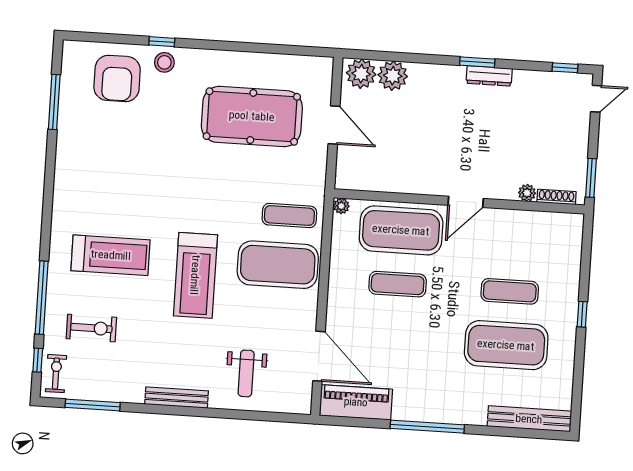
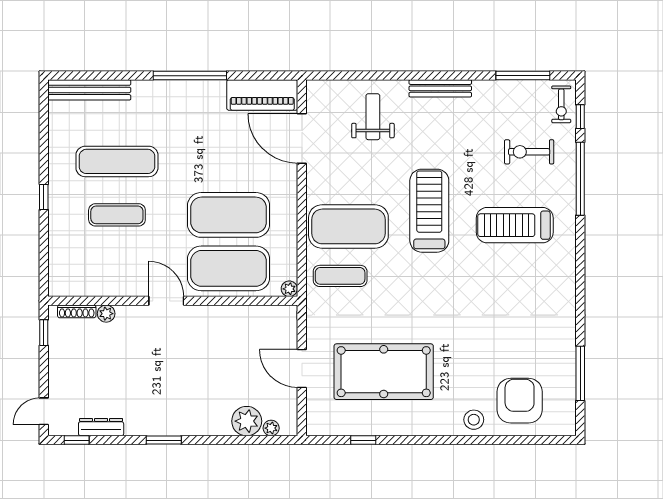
window: (162, 42) -> (363, 440), moved
plant: (361, 74) -> (271, 428), width x0.53, depth x0.53
dresser: (489, 76) -> (101, 427), moved
window: (591, 178) -> (44, 333), width x0.67
door: (466, 202) -> (166, 301), hinge flipped
exercise mat: (398, 284) -> (229, 215), width x2.00, depth x1.45
exercise mat: (506, 345) -> (117, 161), width x0.68

